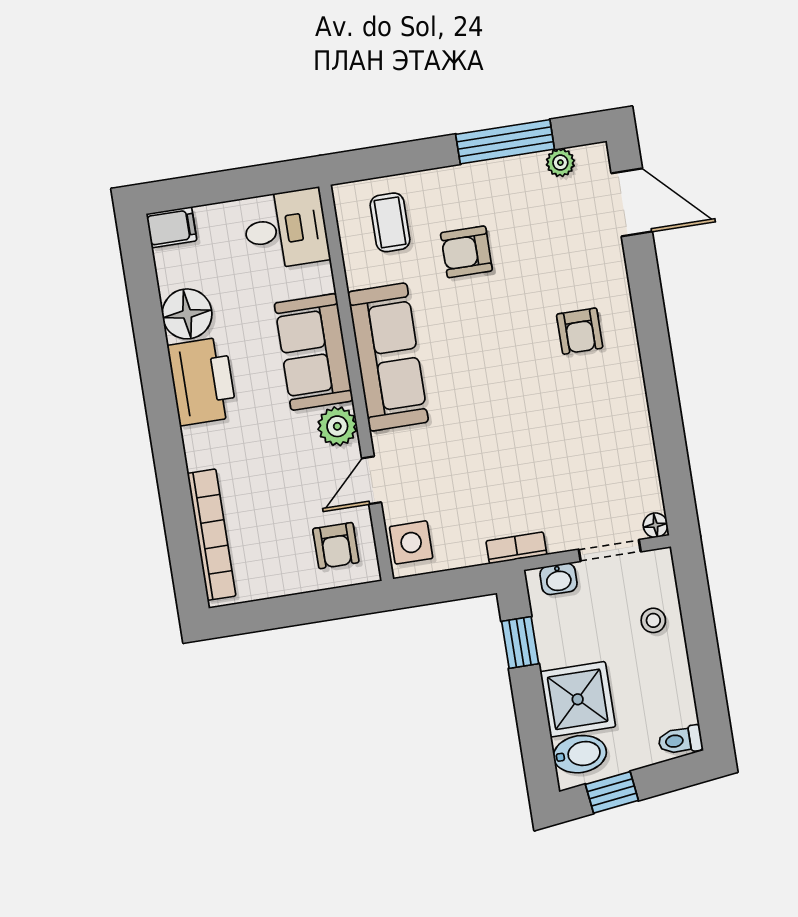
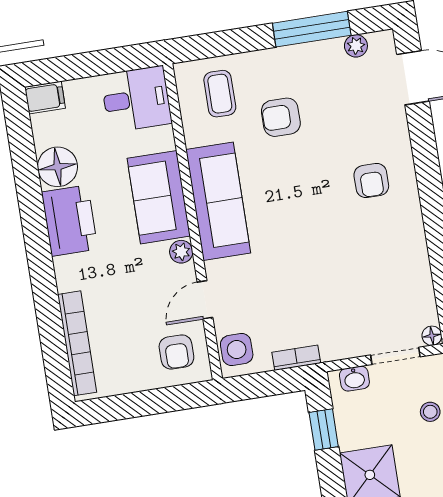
plant: (337, 426) -> (181, 252), width x0.73, depth x0.73
bookcase: (516, 548) -> (296, 358), moved

